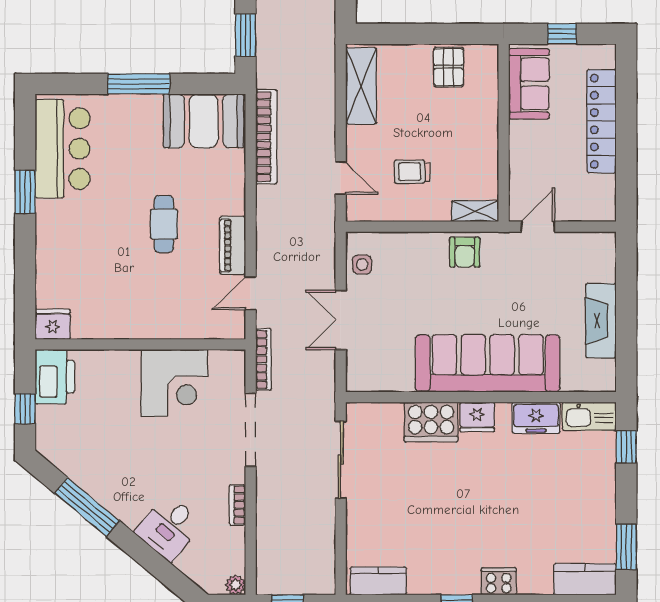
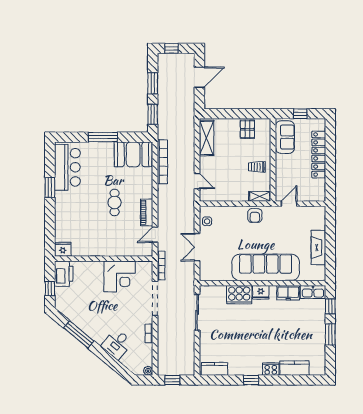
trolley: (412, 172) -> (257, 167), moved
window: (626, 547) -> (330, 334), moved
kitchen counter: (585, 579) -> (294, 368), moved

